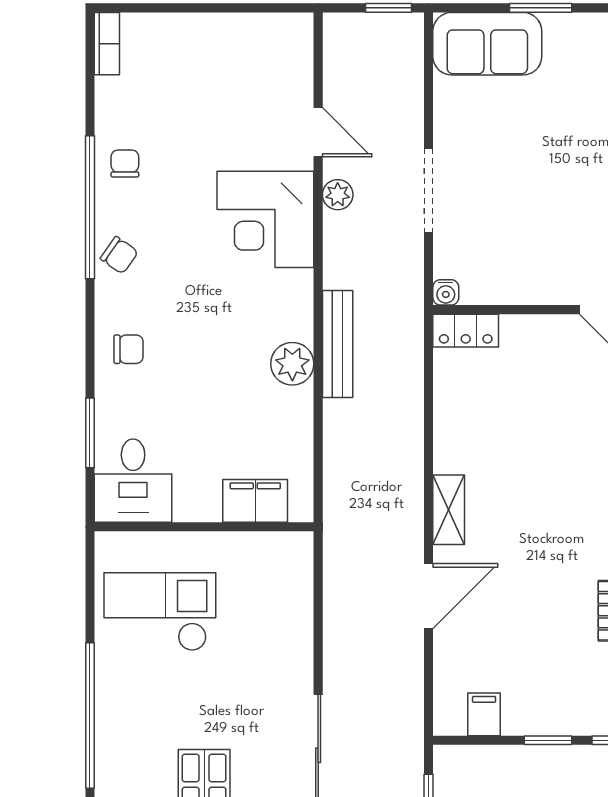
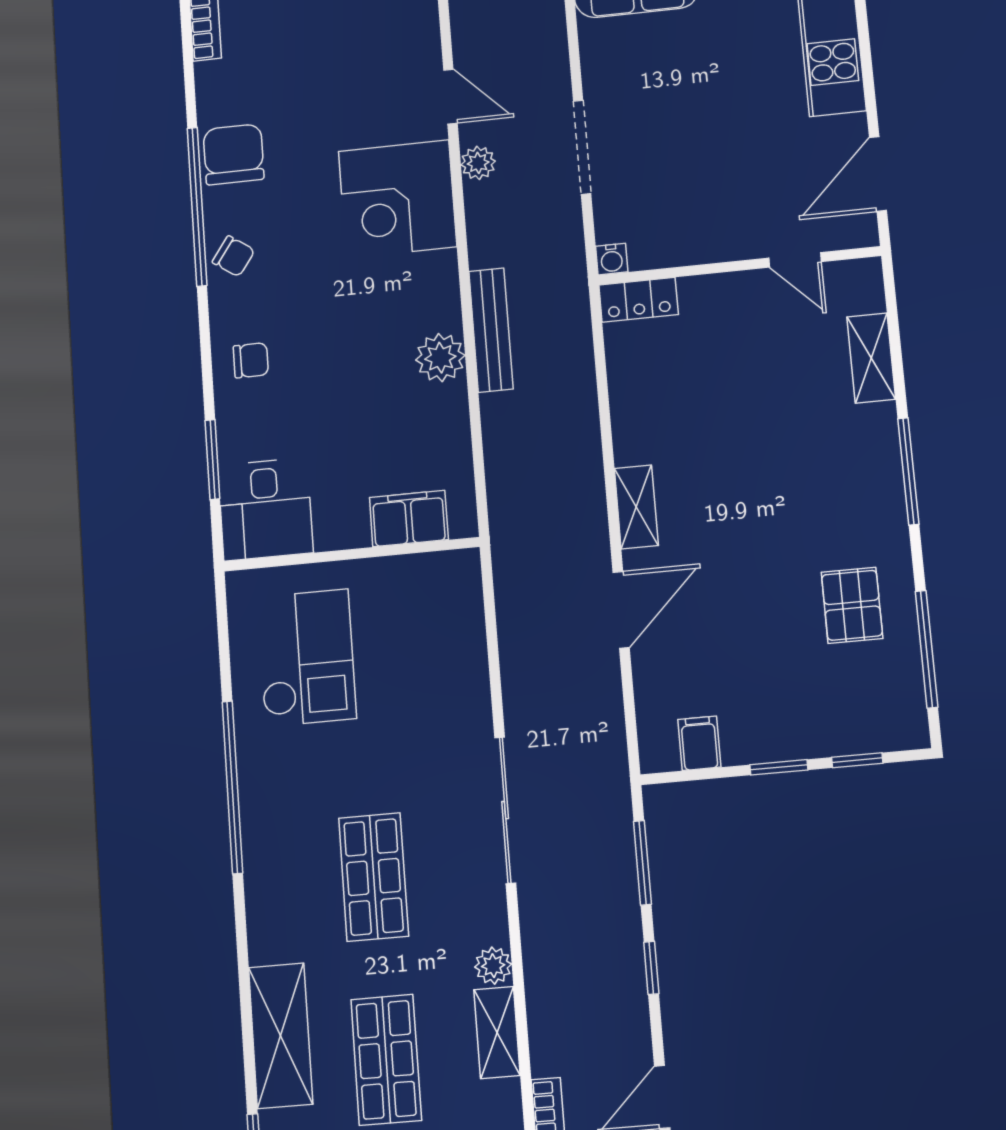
chair: (125, 164) -> (234, 154), width x1.87, depth x1.87
checkout: (160, 612) -> (306, 658), turned 90

